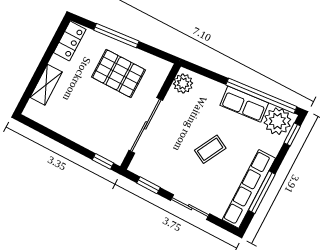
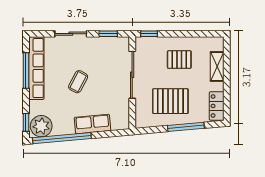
plant: (183, 83) -> (121, 118), removed
row of seats: (244, 104) -> (92, 124), moved
pallet: (84, 115) -> (179, 60), added

